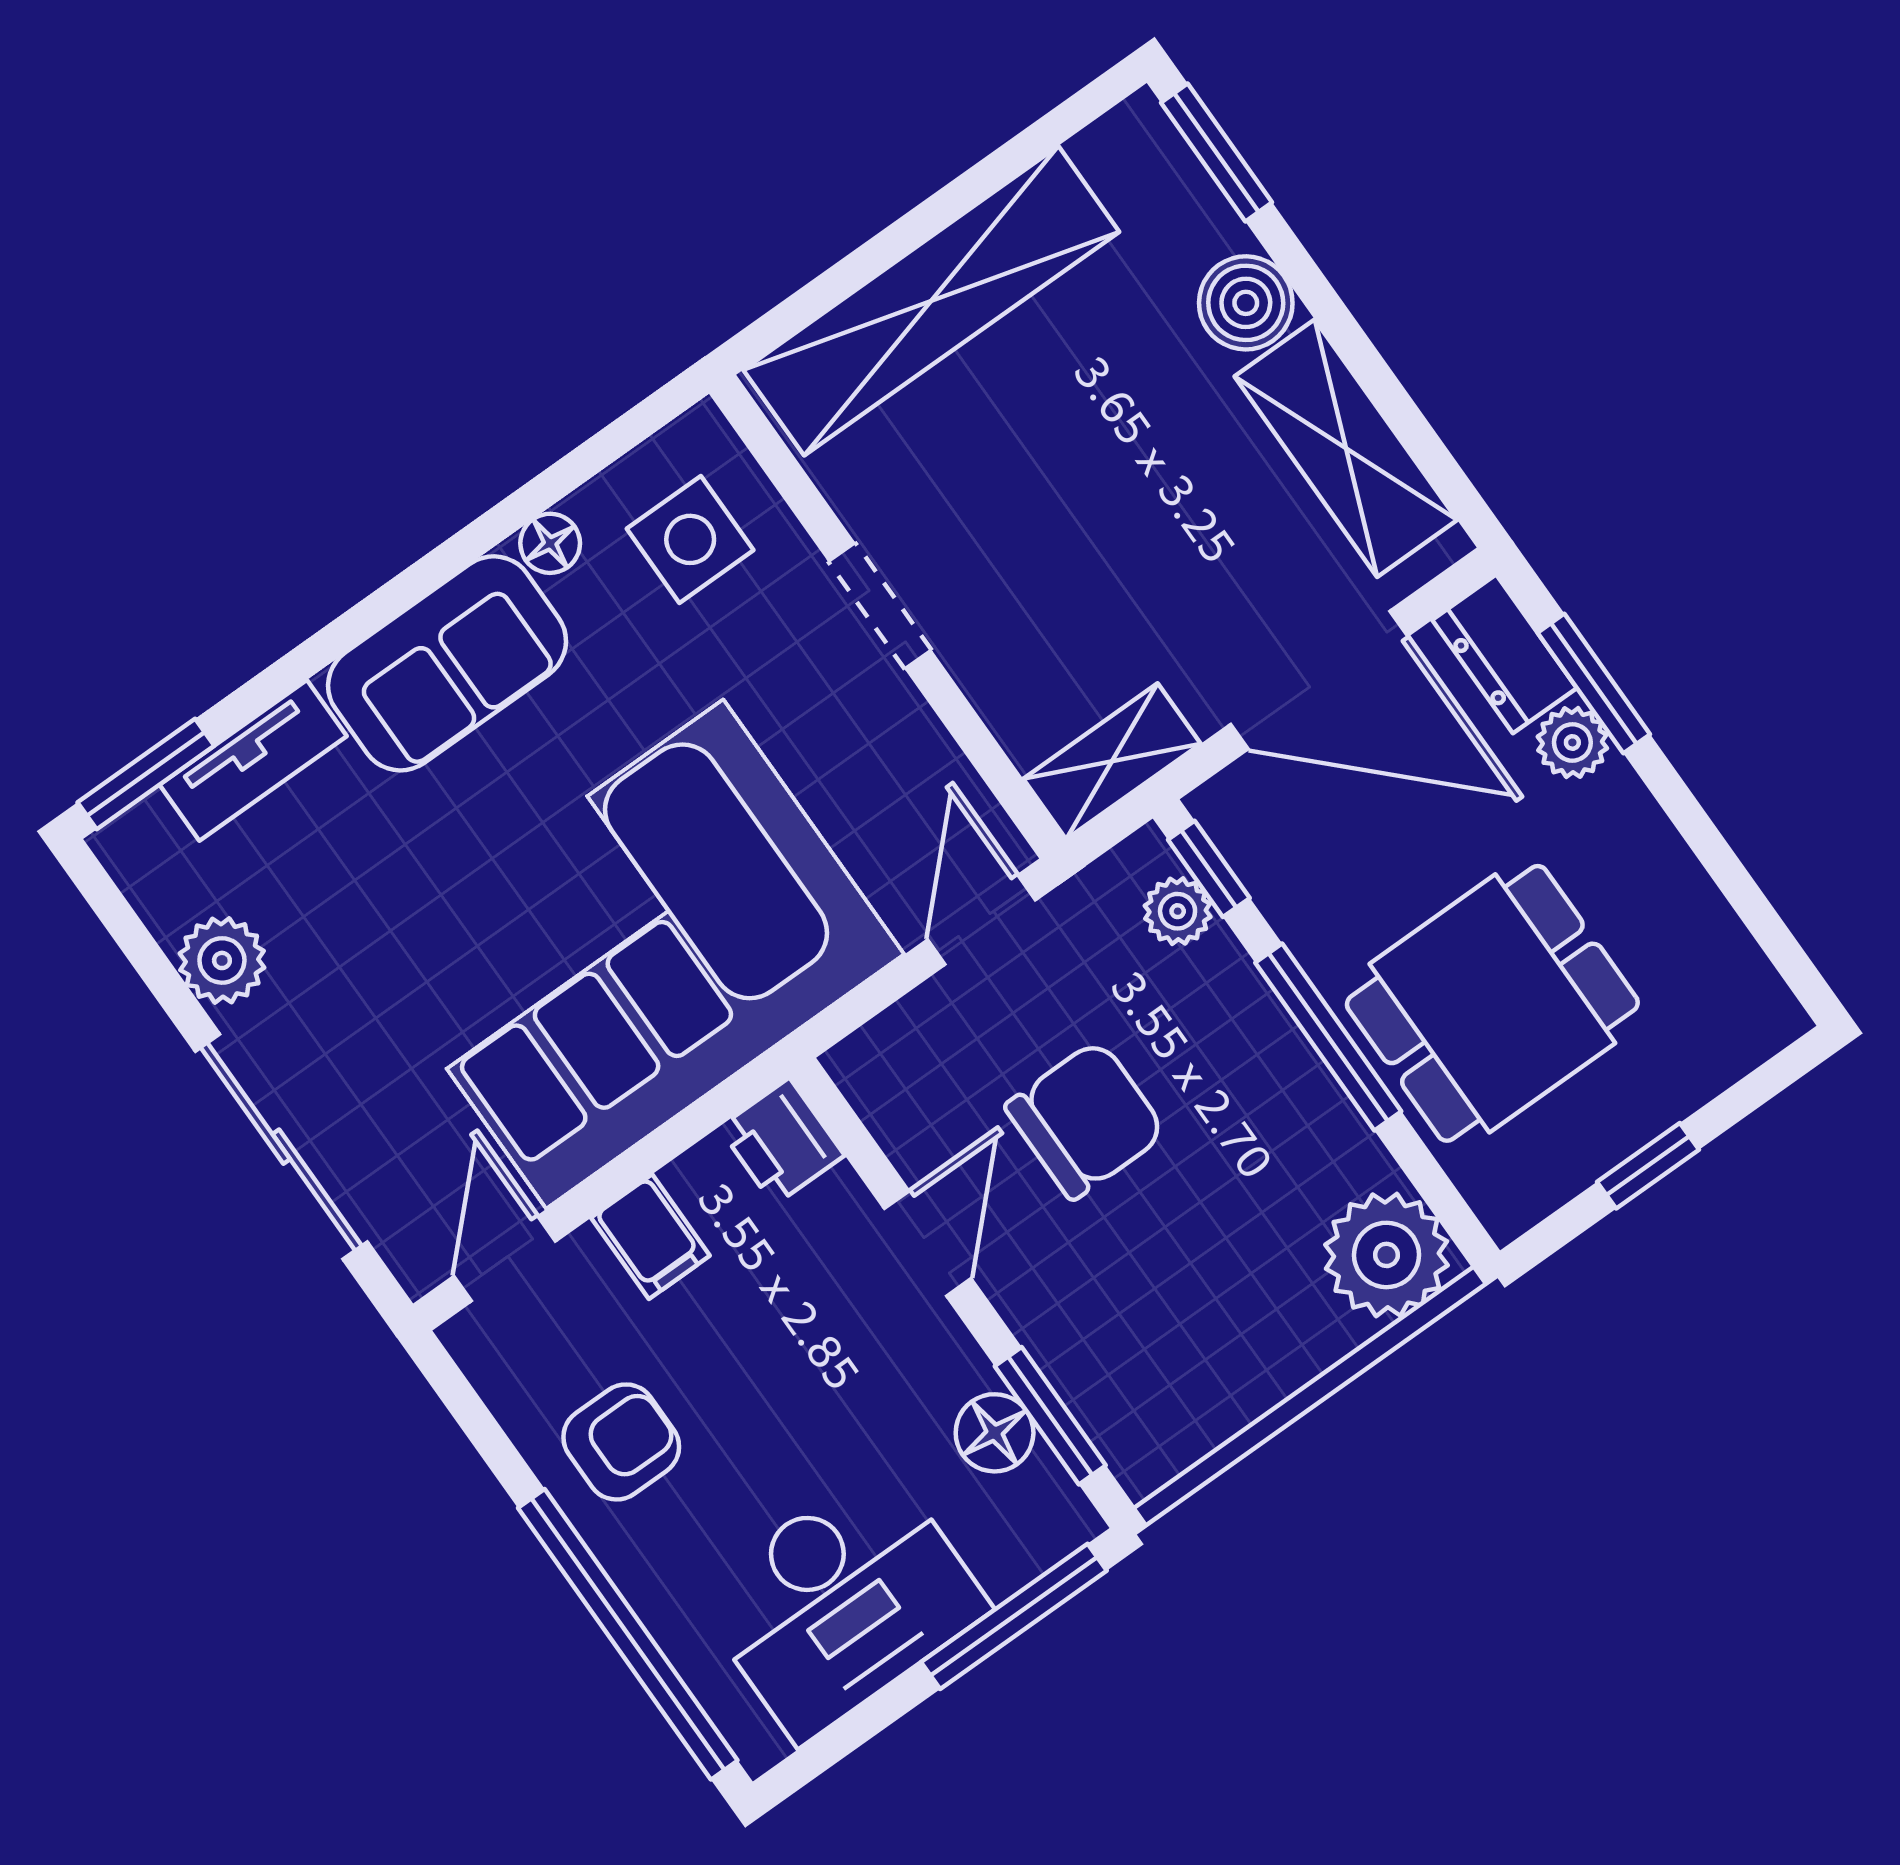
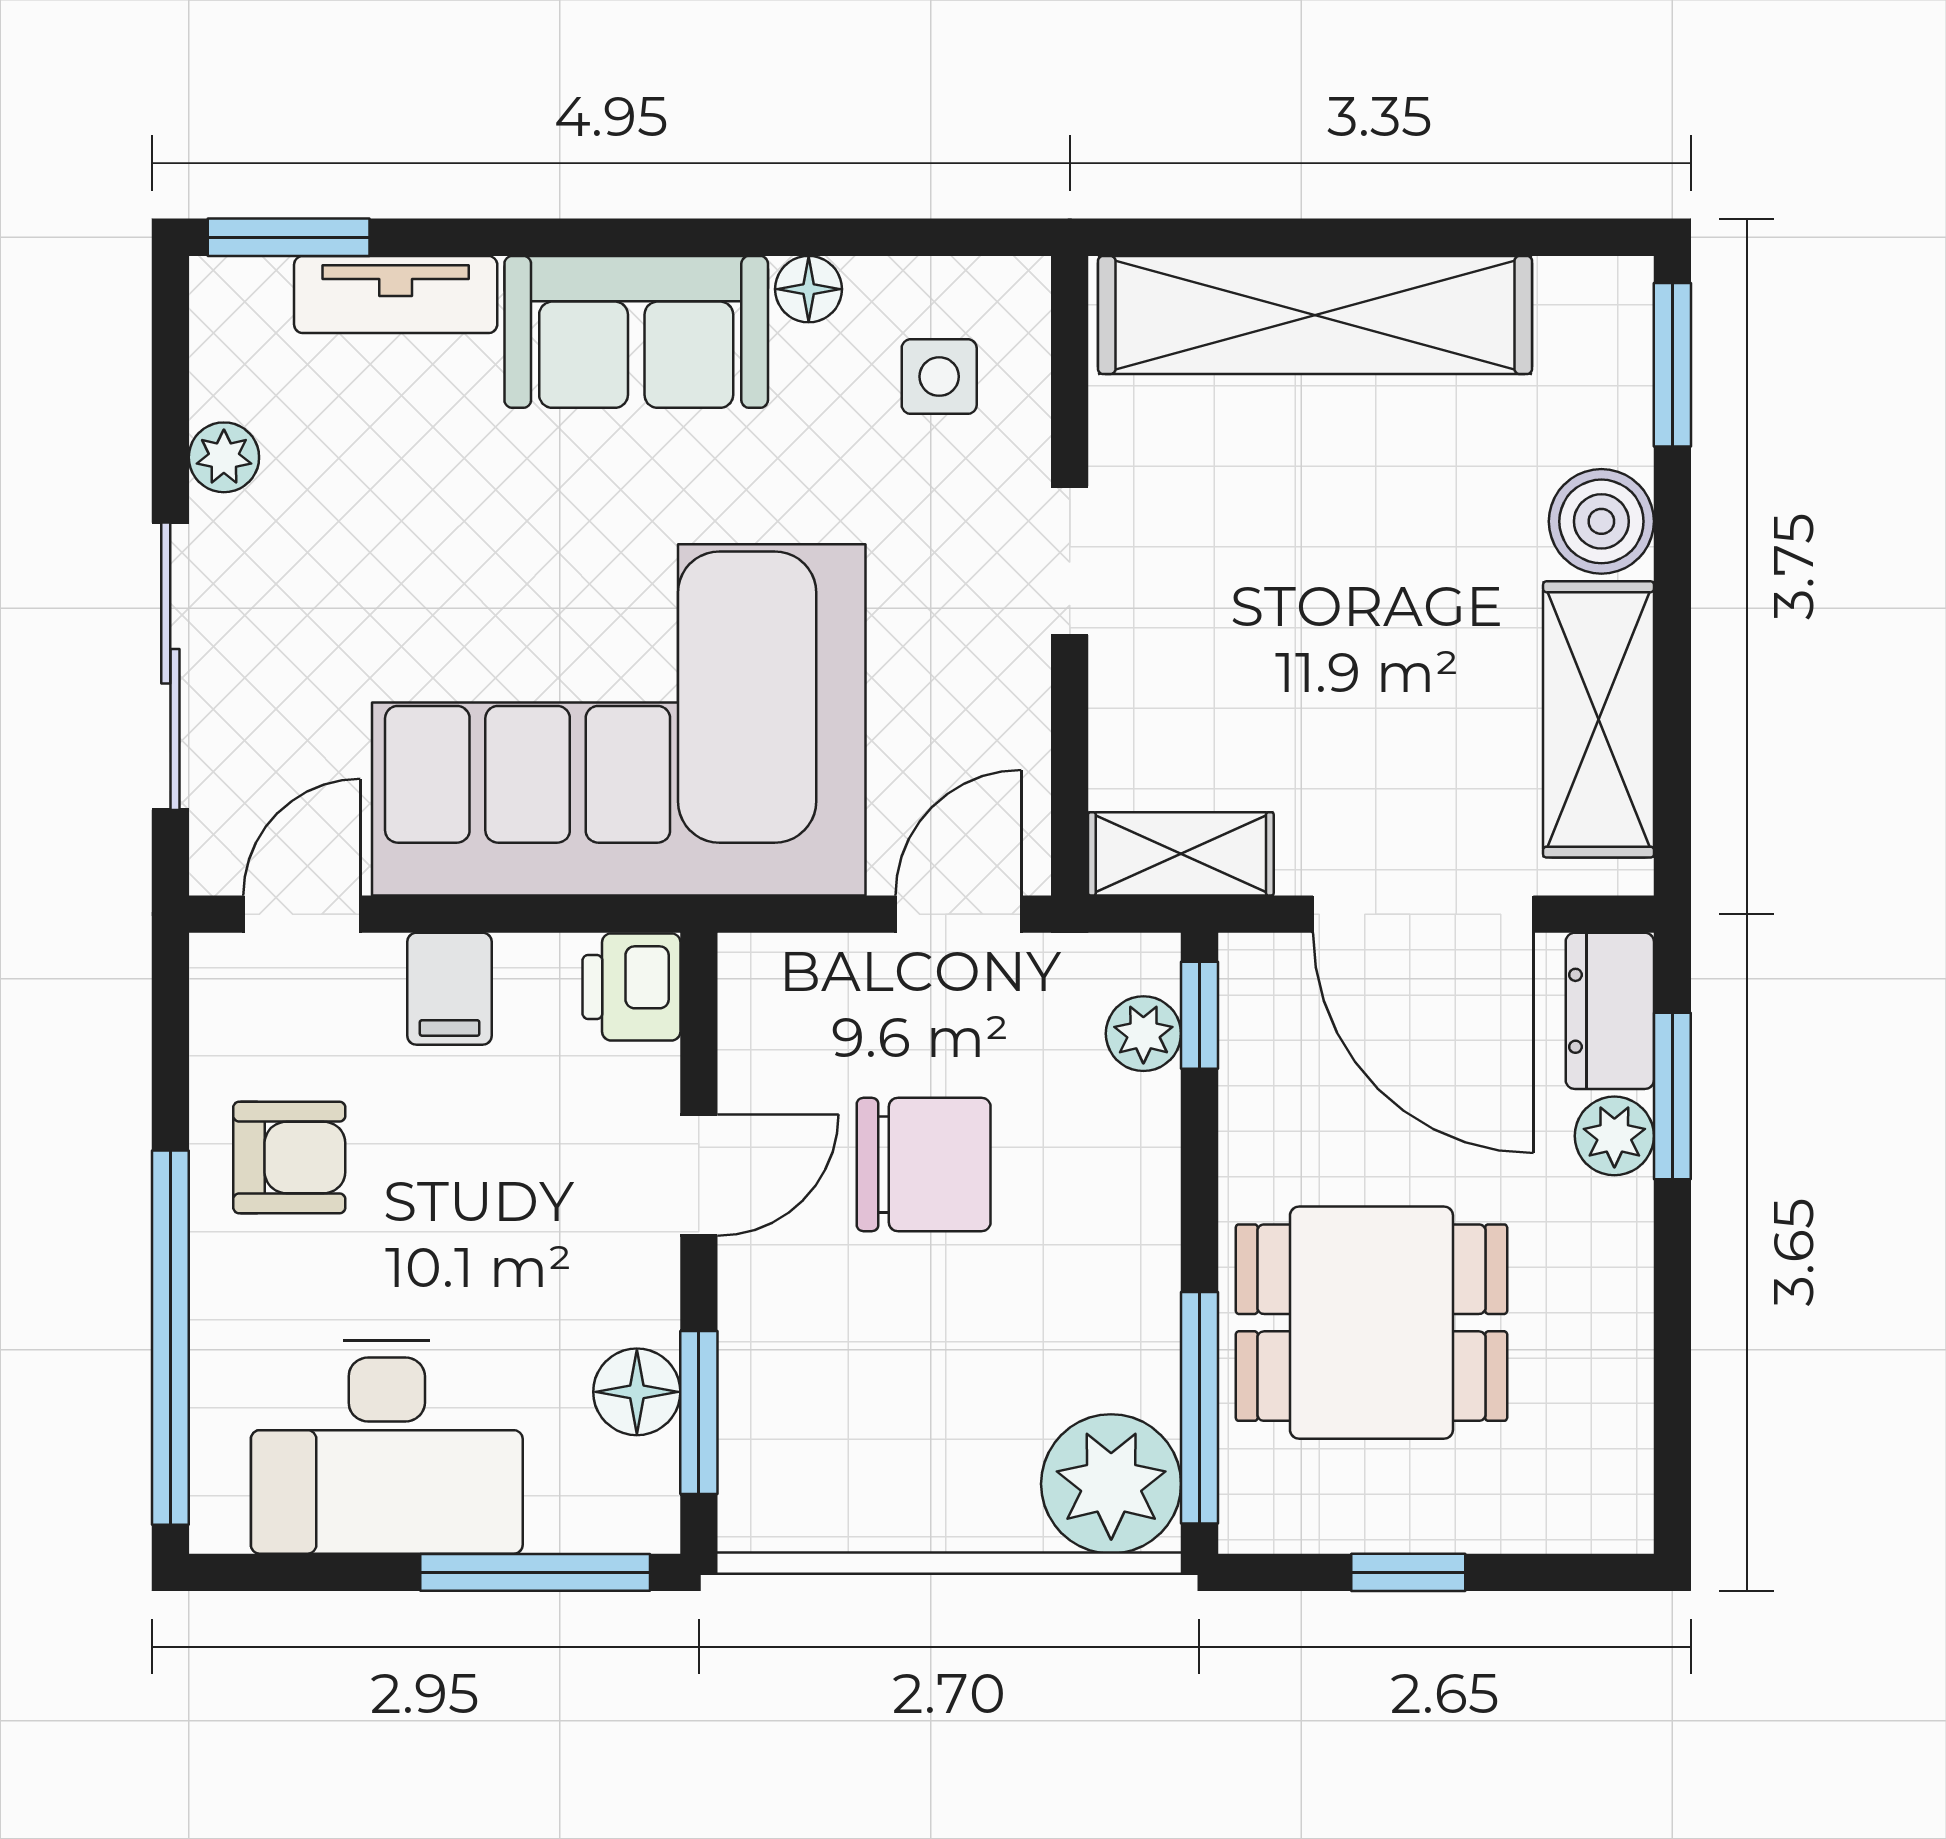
side table: (690, 539) -> (939, 377), width x0.73, depth x0.73
plant: (222, 960) -> (224, 457), width x0.73, depth x0.73
window: (1328, 1037) -> (1199, 1408), moved

